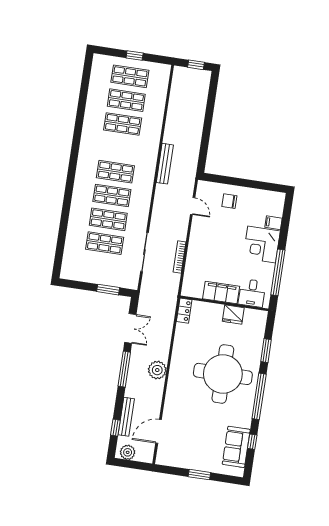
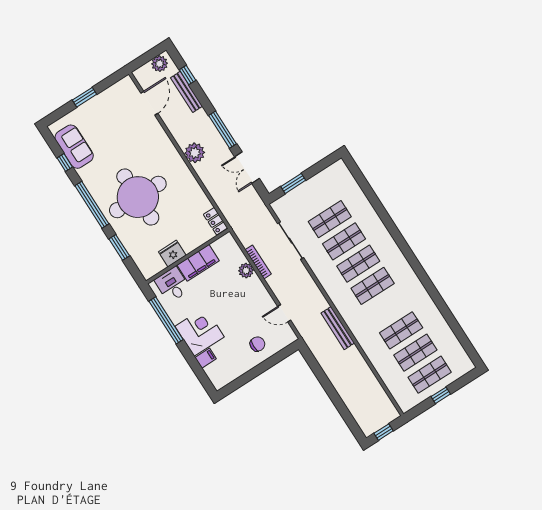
plant: (193, 258) -> (246, 270), added

